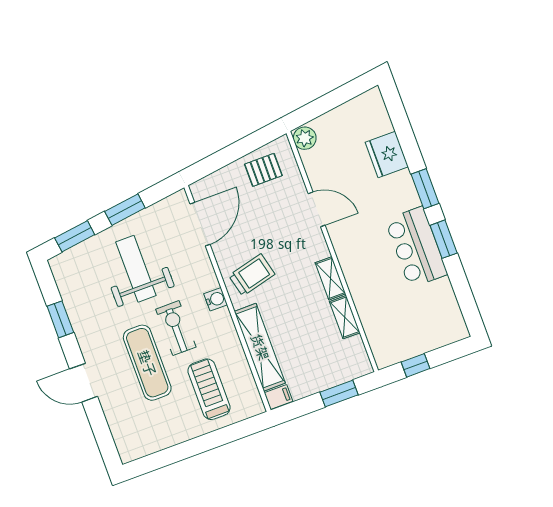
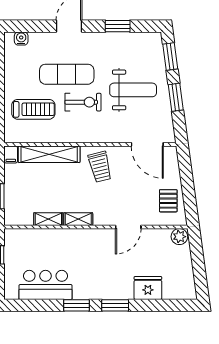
bar counter: (416, 247) -> (46, 285), moved
water cooler: (216, 299) -> (21, 39), moved, turned 180

